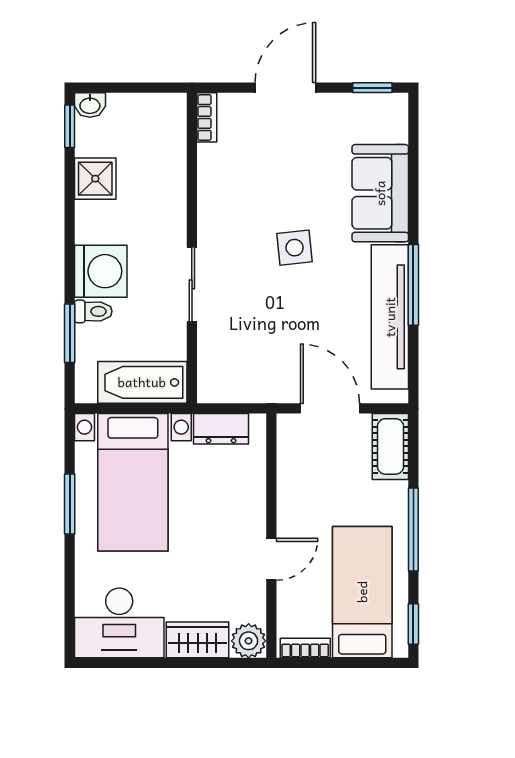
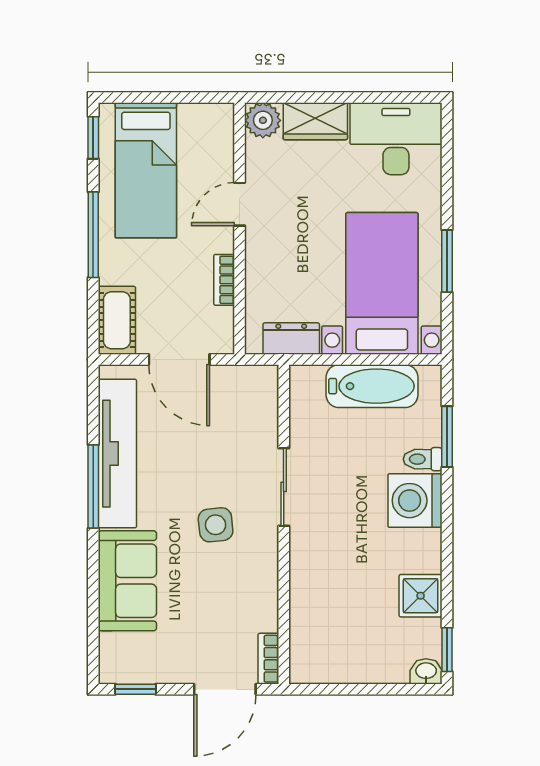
bookcase: (207, 117) -> (268, 659), moved
wall: (192, 248) -> (284, 524), moved
sliding door: (192, 284) -> (284, 487), moved
bookcase: (305, 648) -> (224, 280), moved, turned 90

